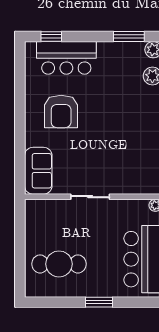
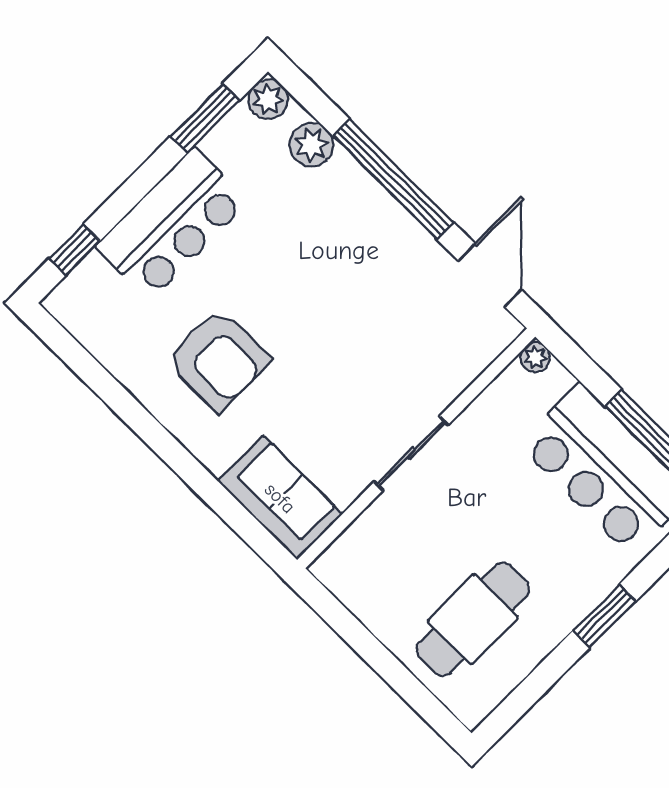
bar counter: (66, 58) -> (172, 224), moved

